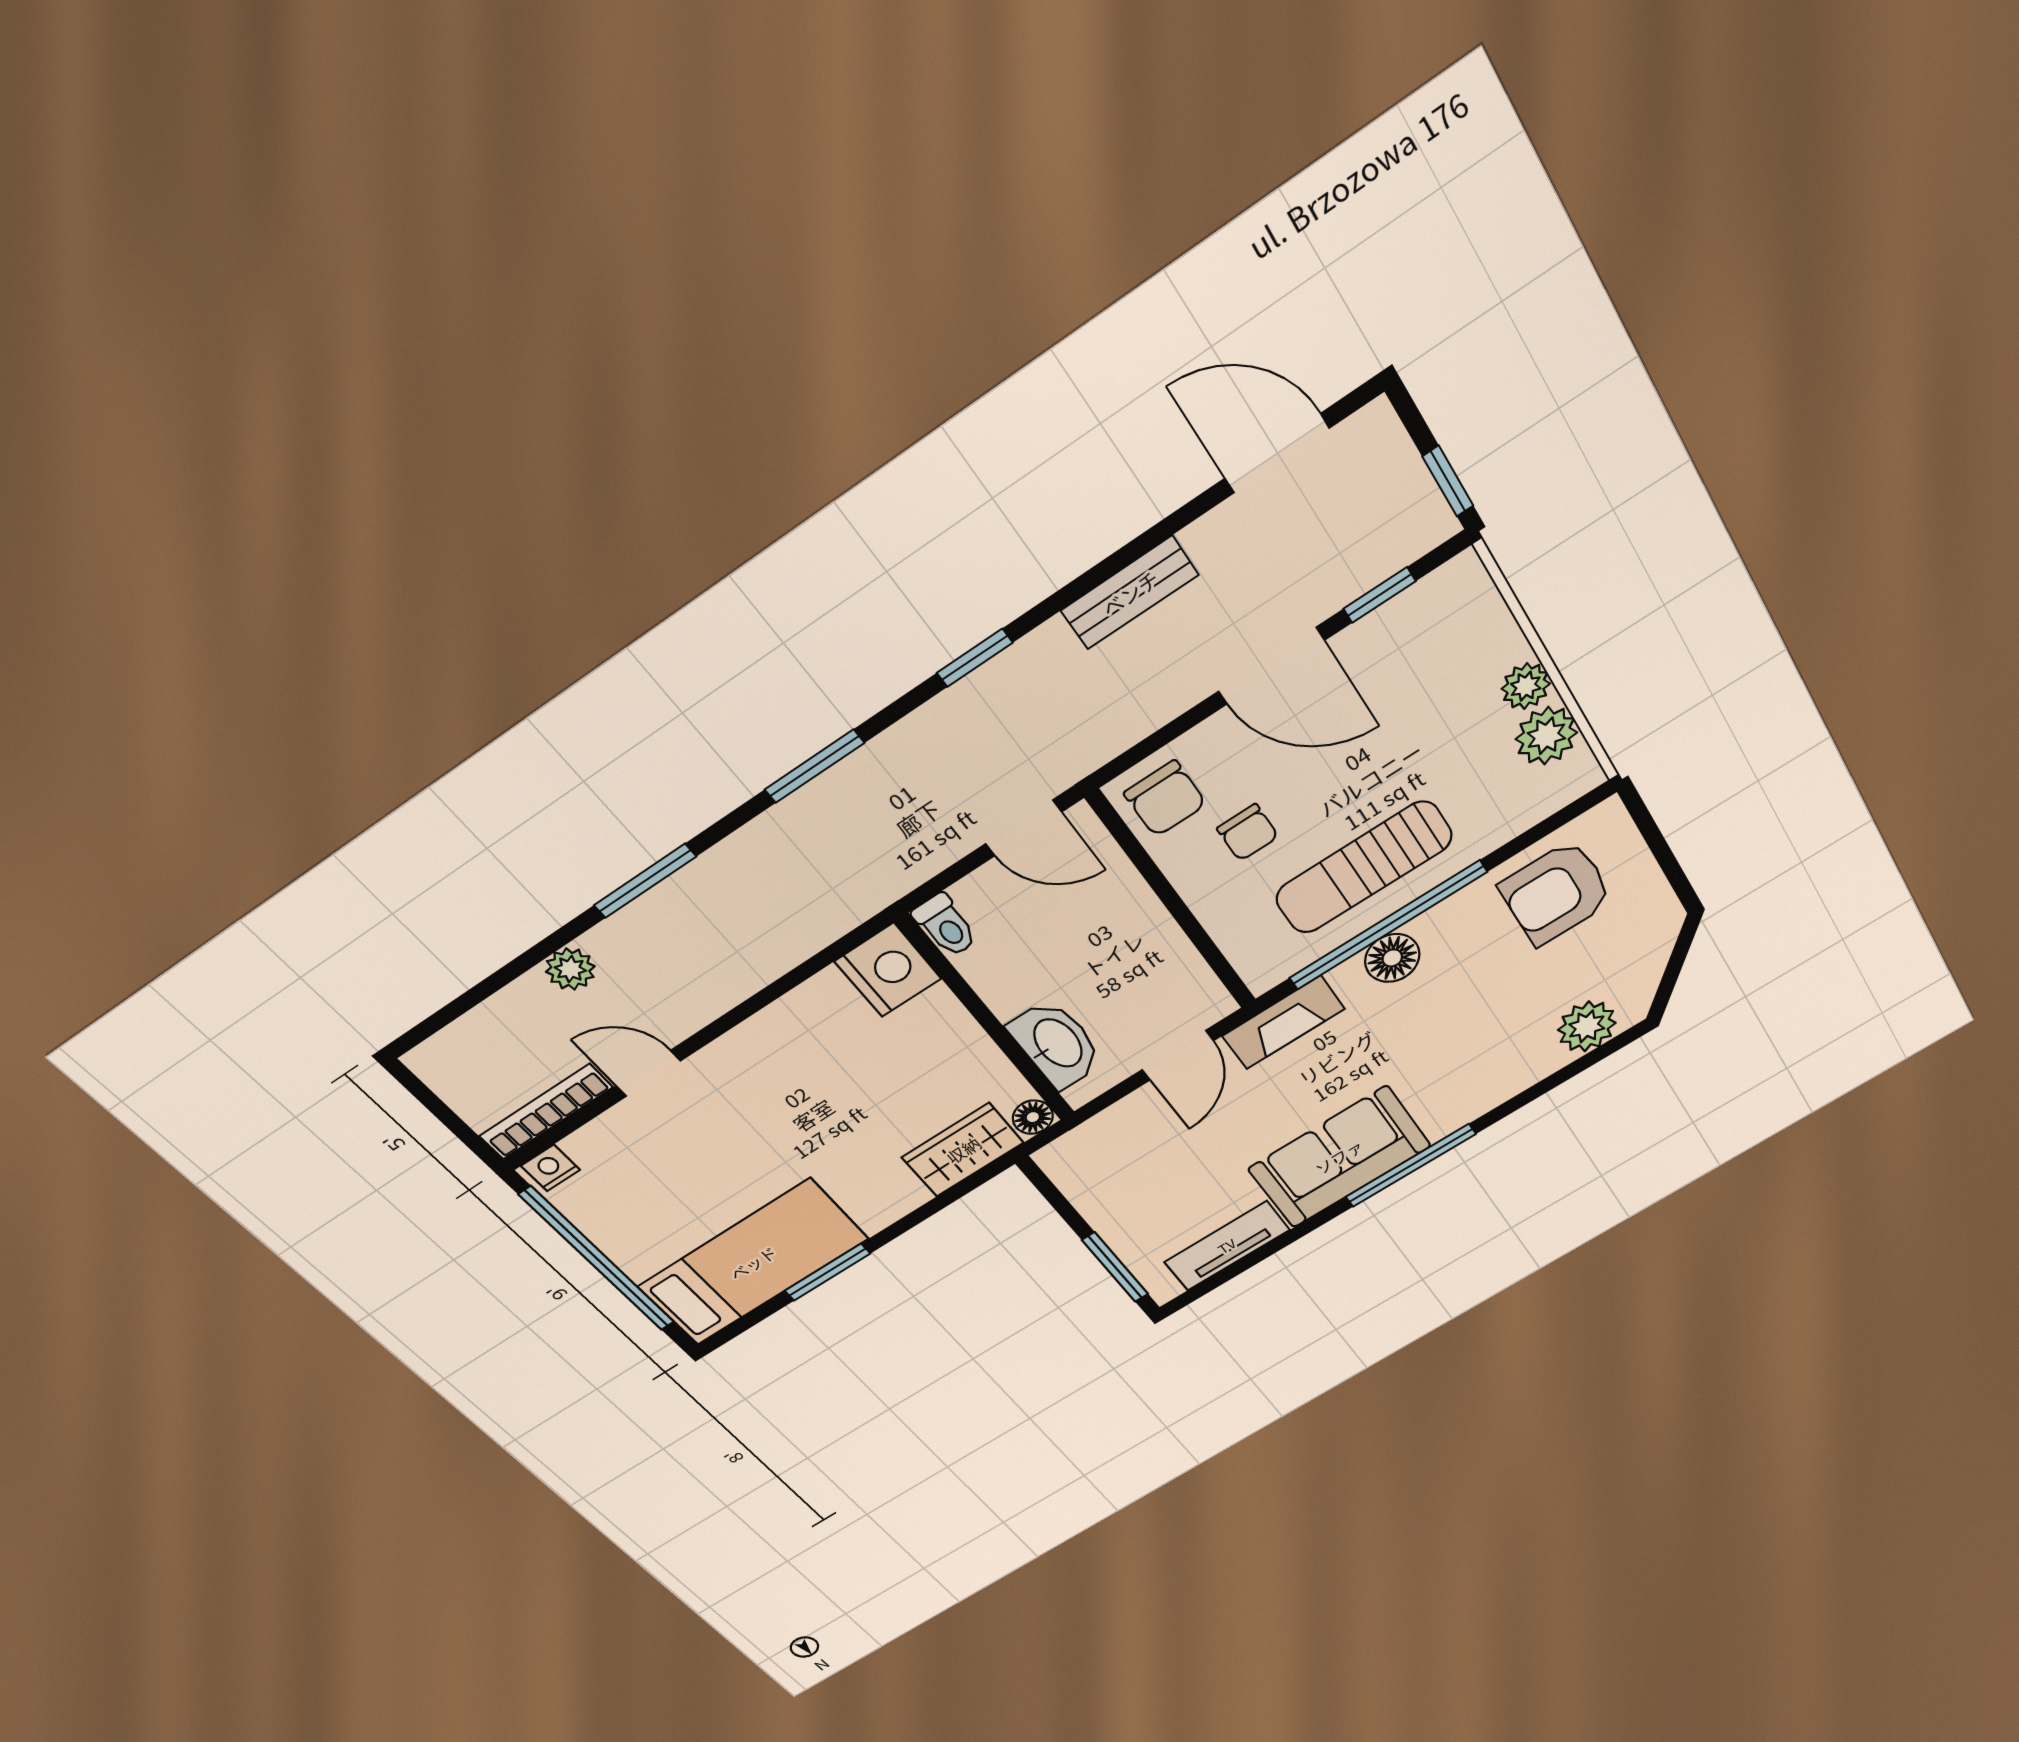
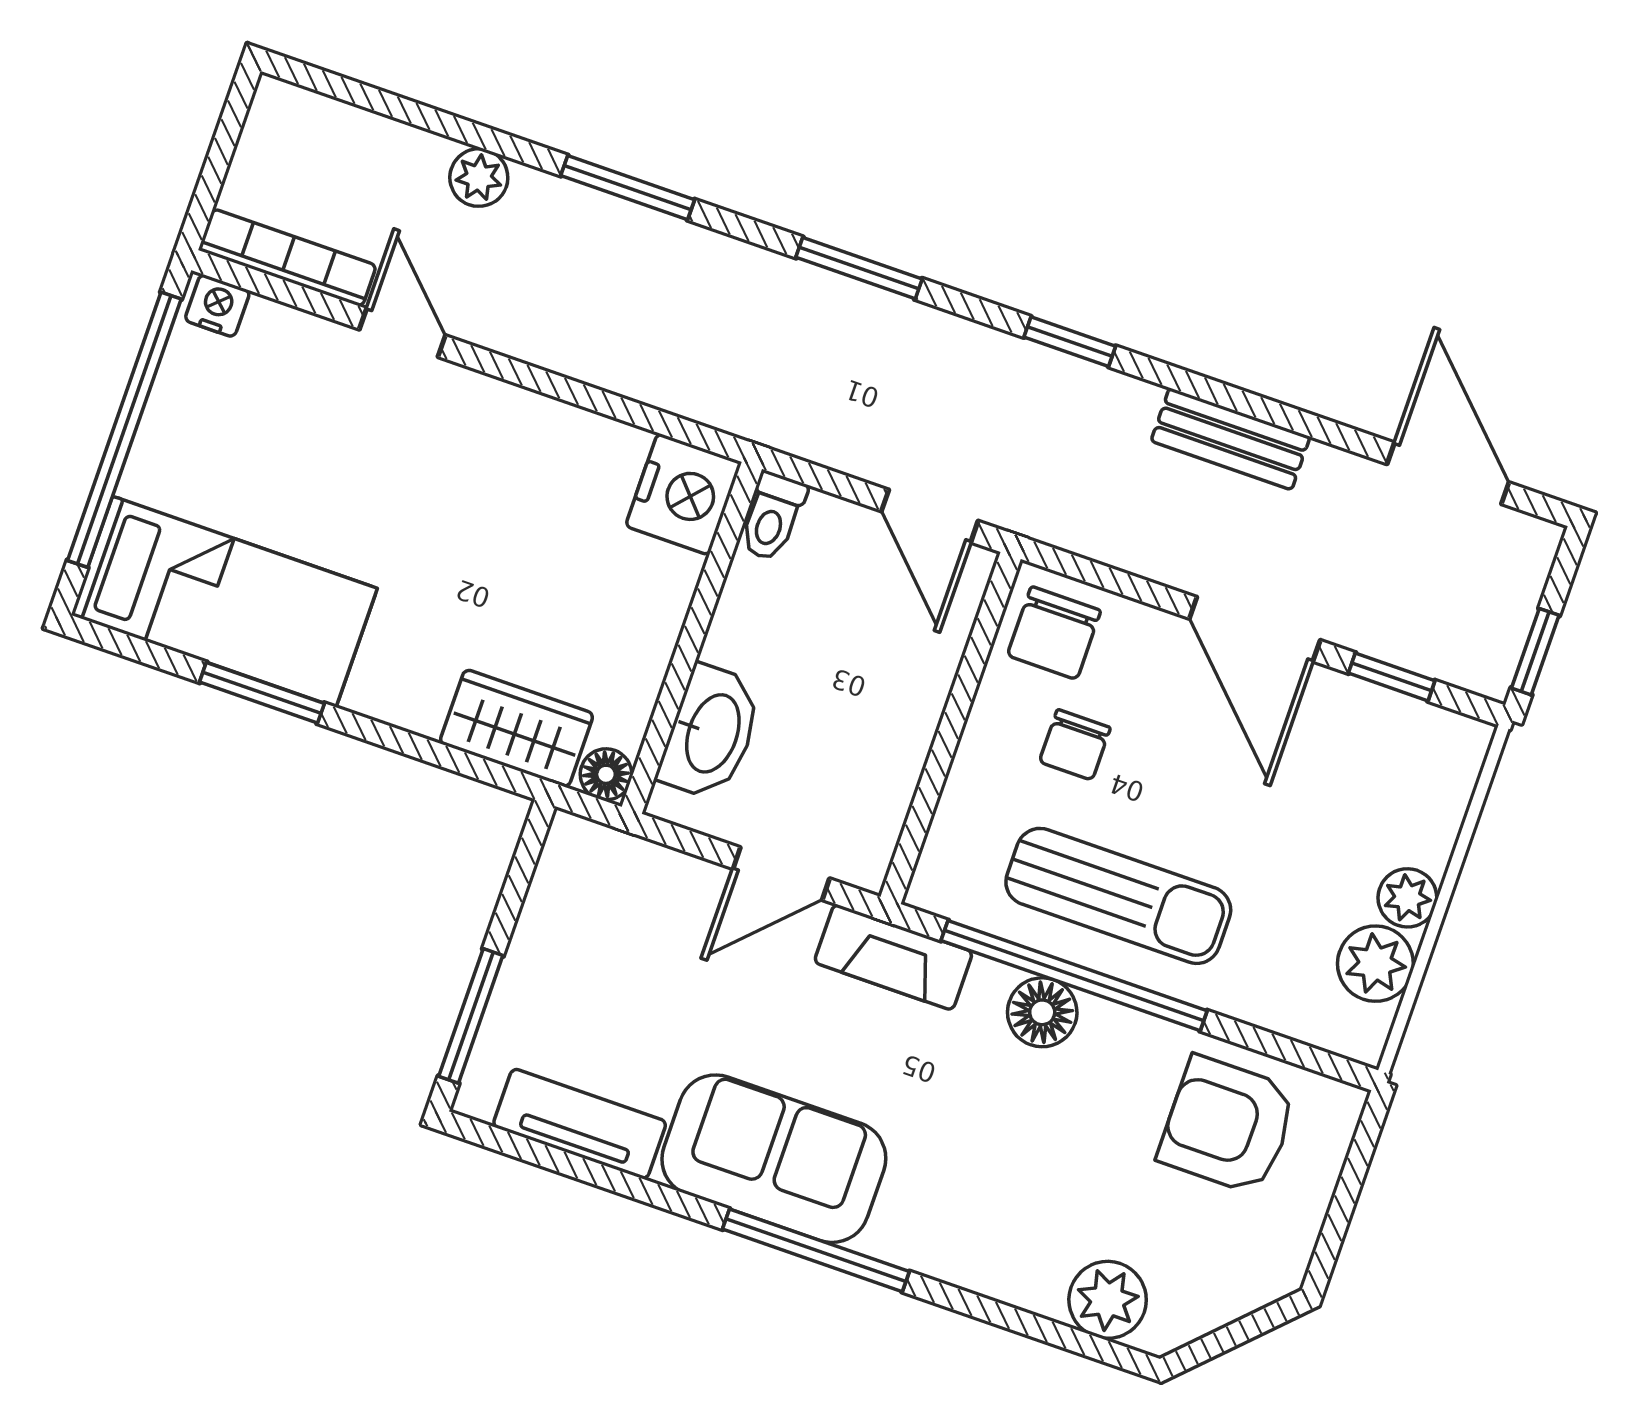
sun lounger: (1364, 868) -> (1118, 896), turned 180

